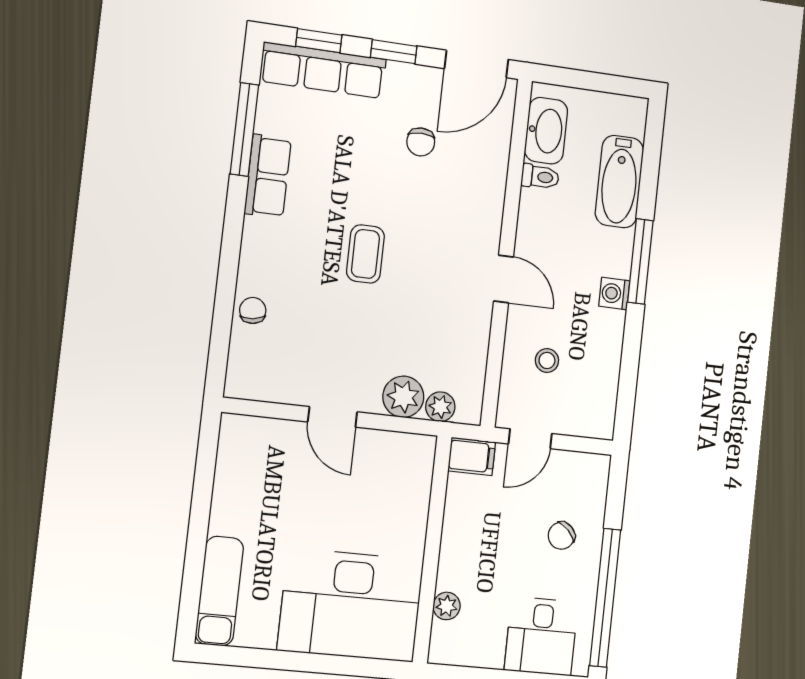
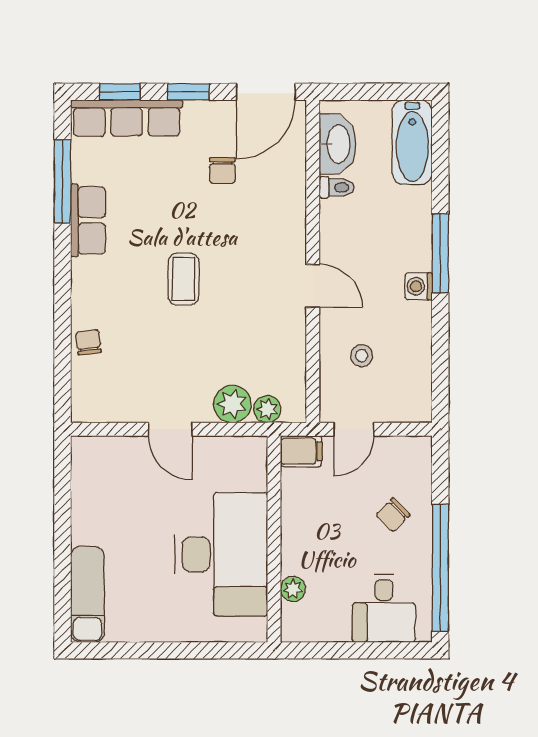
bathtub: (619, 182) -> (412, 142), moved
desk: (351, 605) -> (221, 554), moved, turned -90

